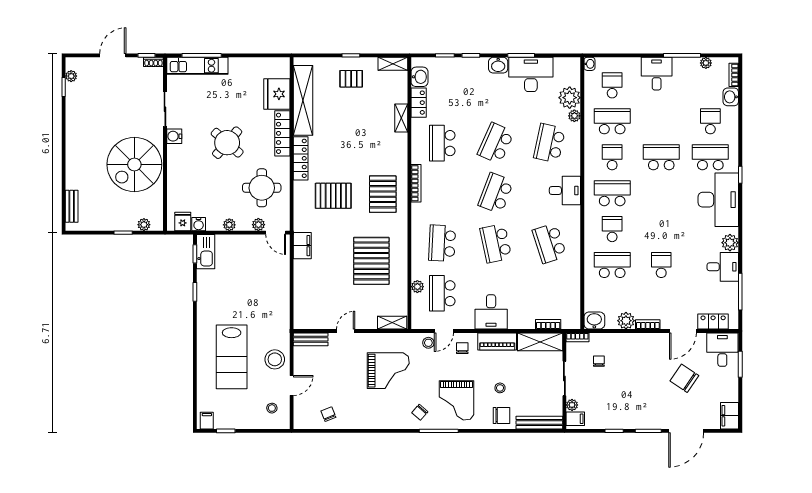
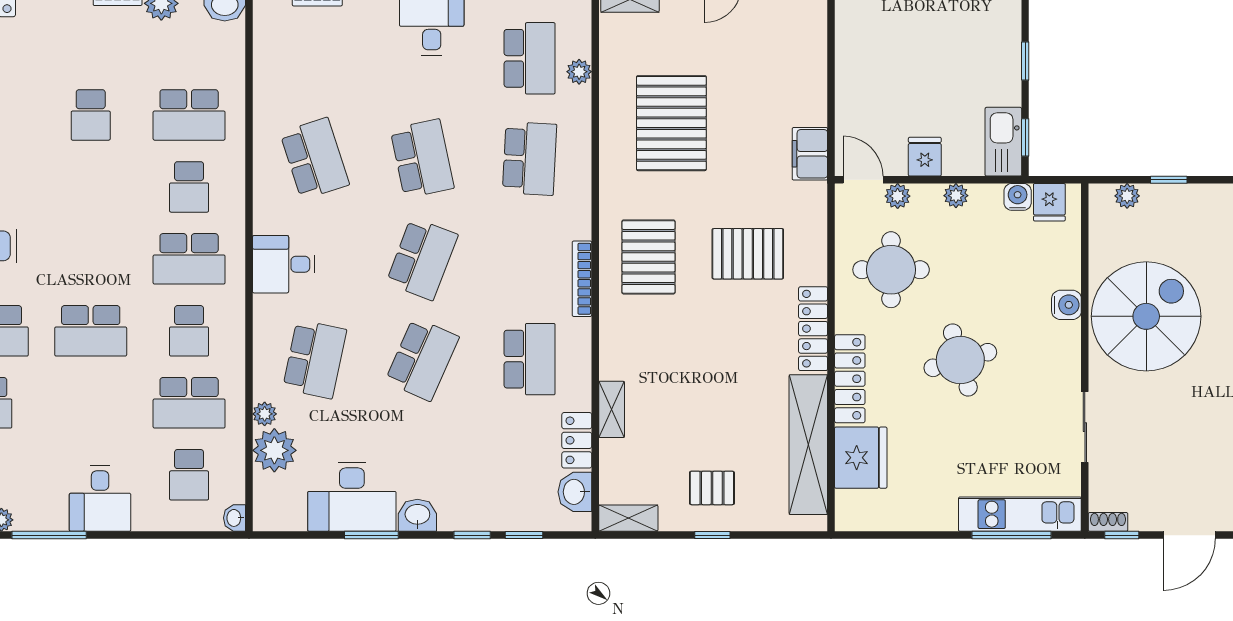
water cooler: (174, 136) -> (1066, 305), moved
round table: (227, 143) -> (960, 360), turned 33
fridge: (245, 244) -> (925, 157), added

